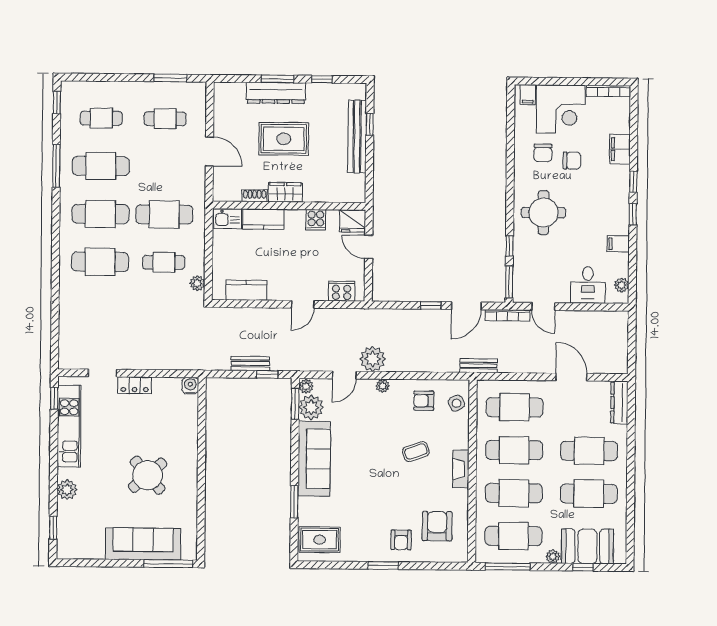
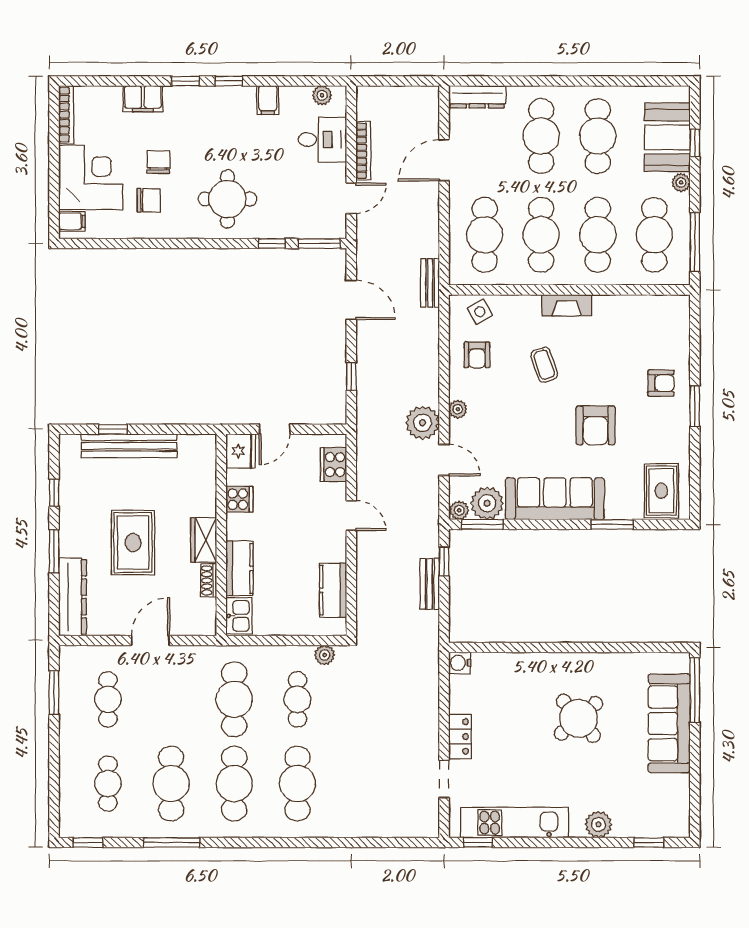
dresser: (276, 93) -> (73, 597), moved
window: (431, 305) -> (351, 376), moved
bookcase: (507, 315) -> (363, 151), moved
armchair: (437, 526) -> (596, 425), moved, turned -90

